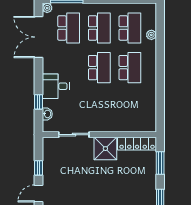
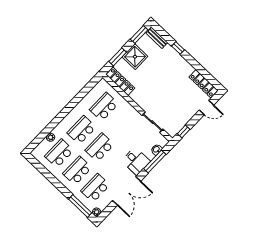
double door: (39, 37) -> (127, 191), moved
window: (39, 102) -> (155, 161), width x2.17
school desk: (130, 107) -> (104, 107), added
shower: (105, 149) -> (135, 57), moved
window: (39, 168) -> (184, 131), moved

